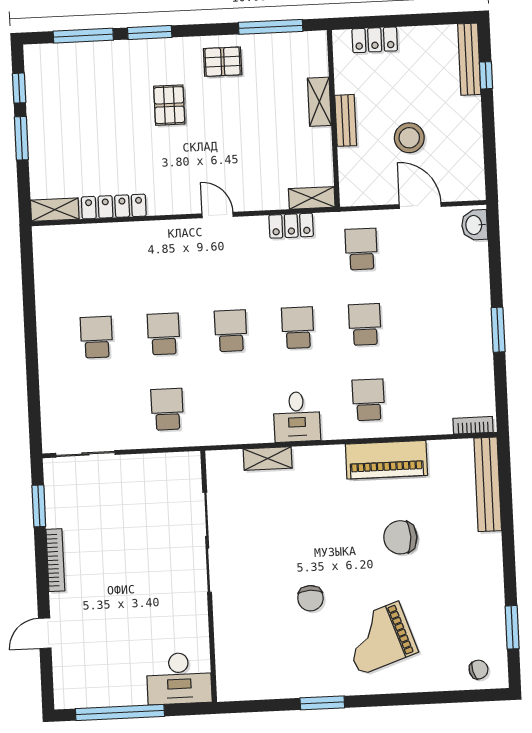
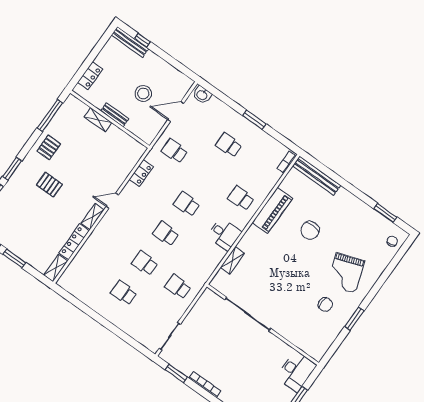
shelving: (312, 198) -> (93, 217), moved
school desk: (365, 324) -> (229, 145), moved
chair: (310, 598) -> (325, 304), moved

